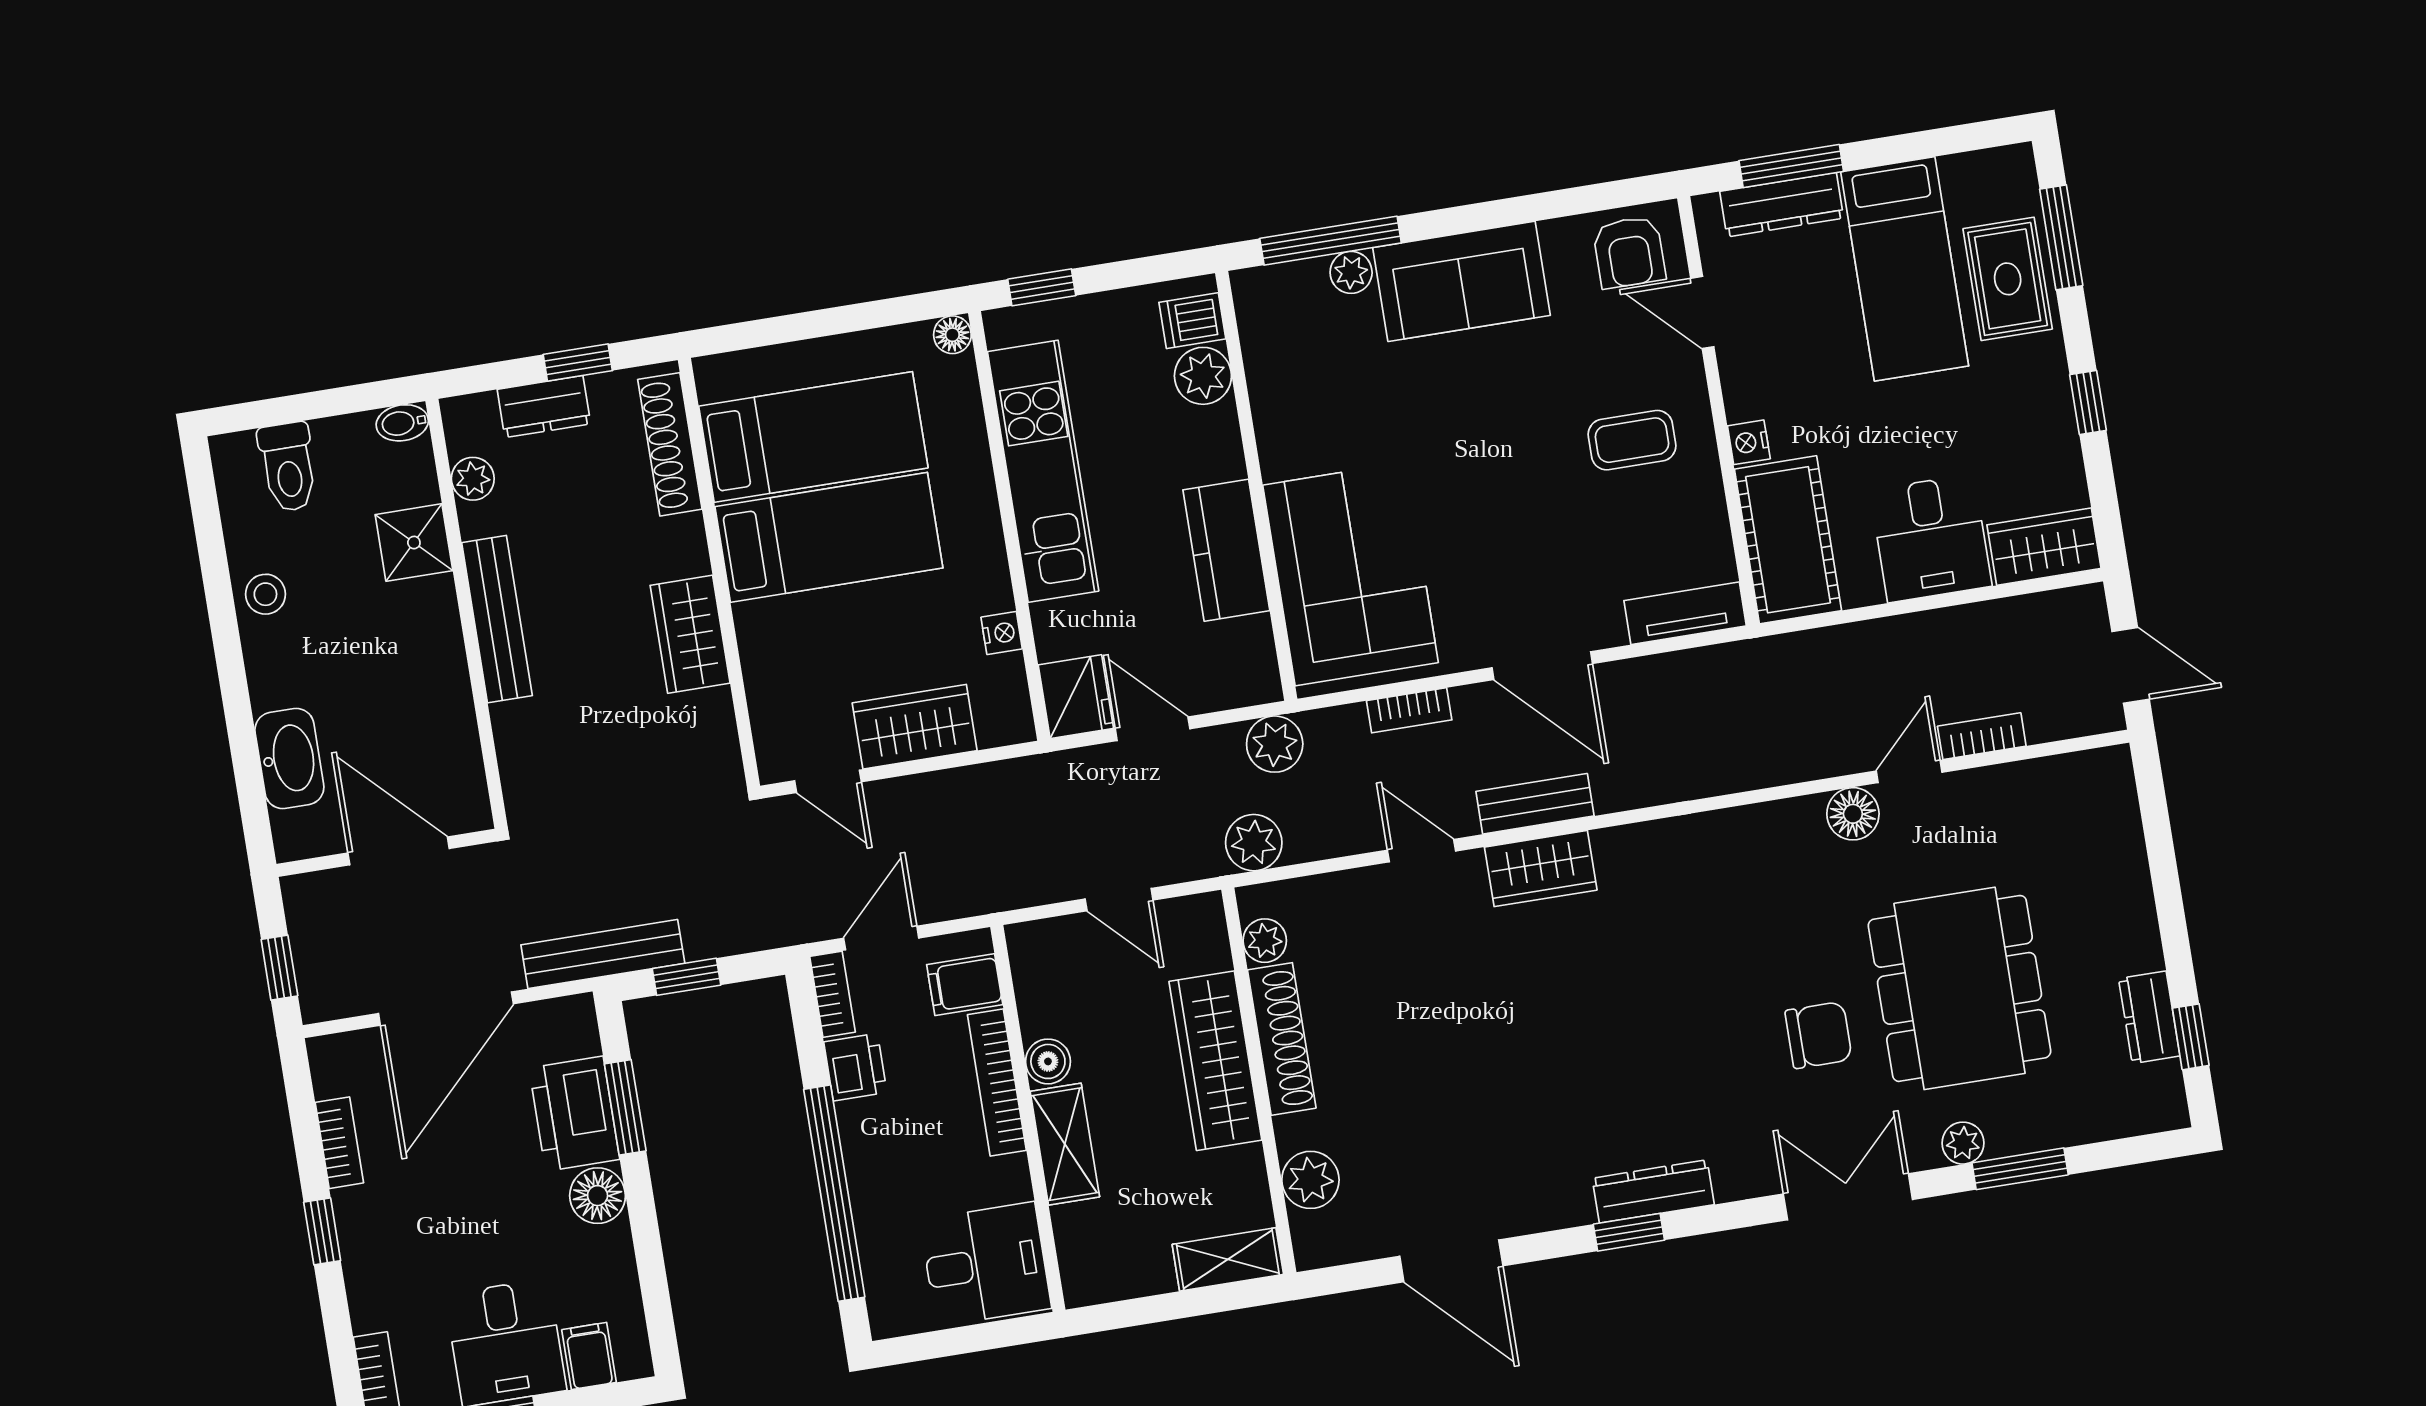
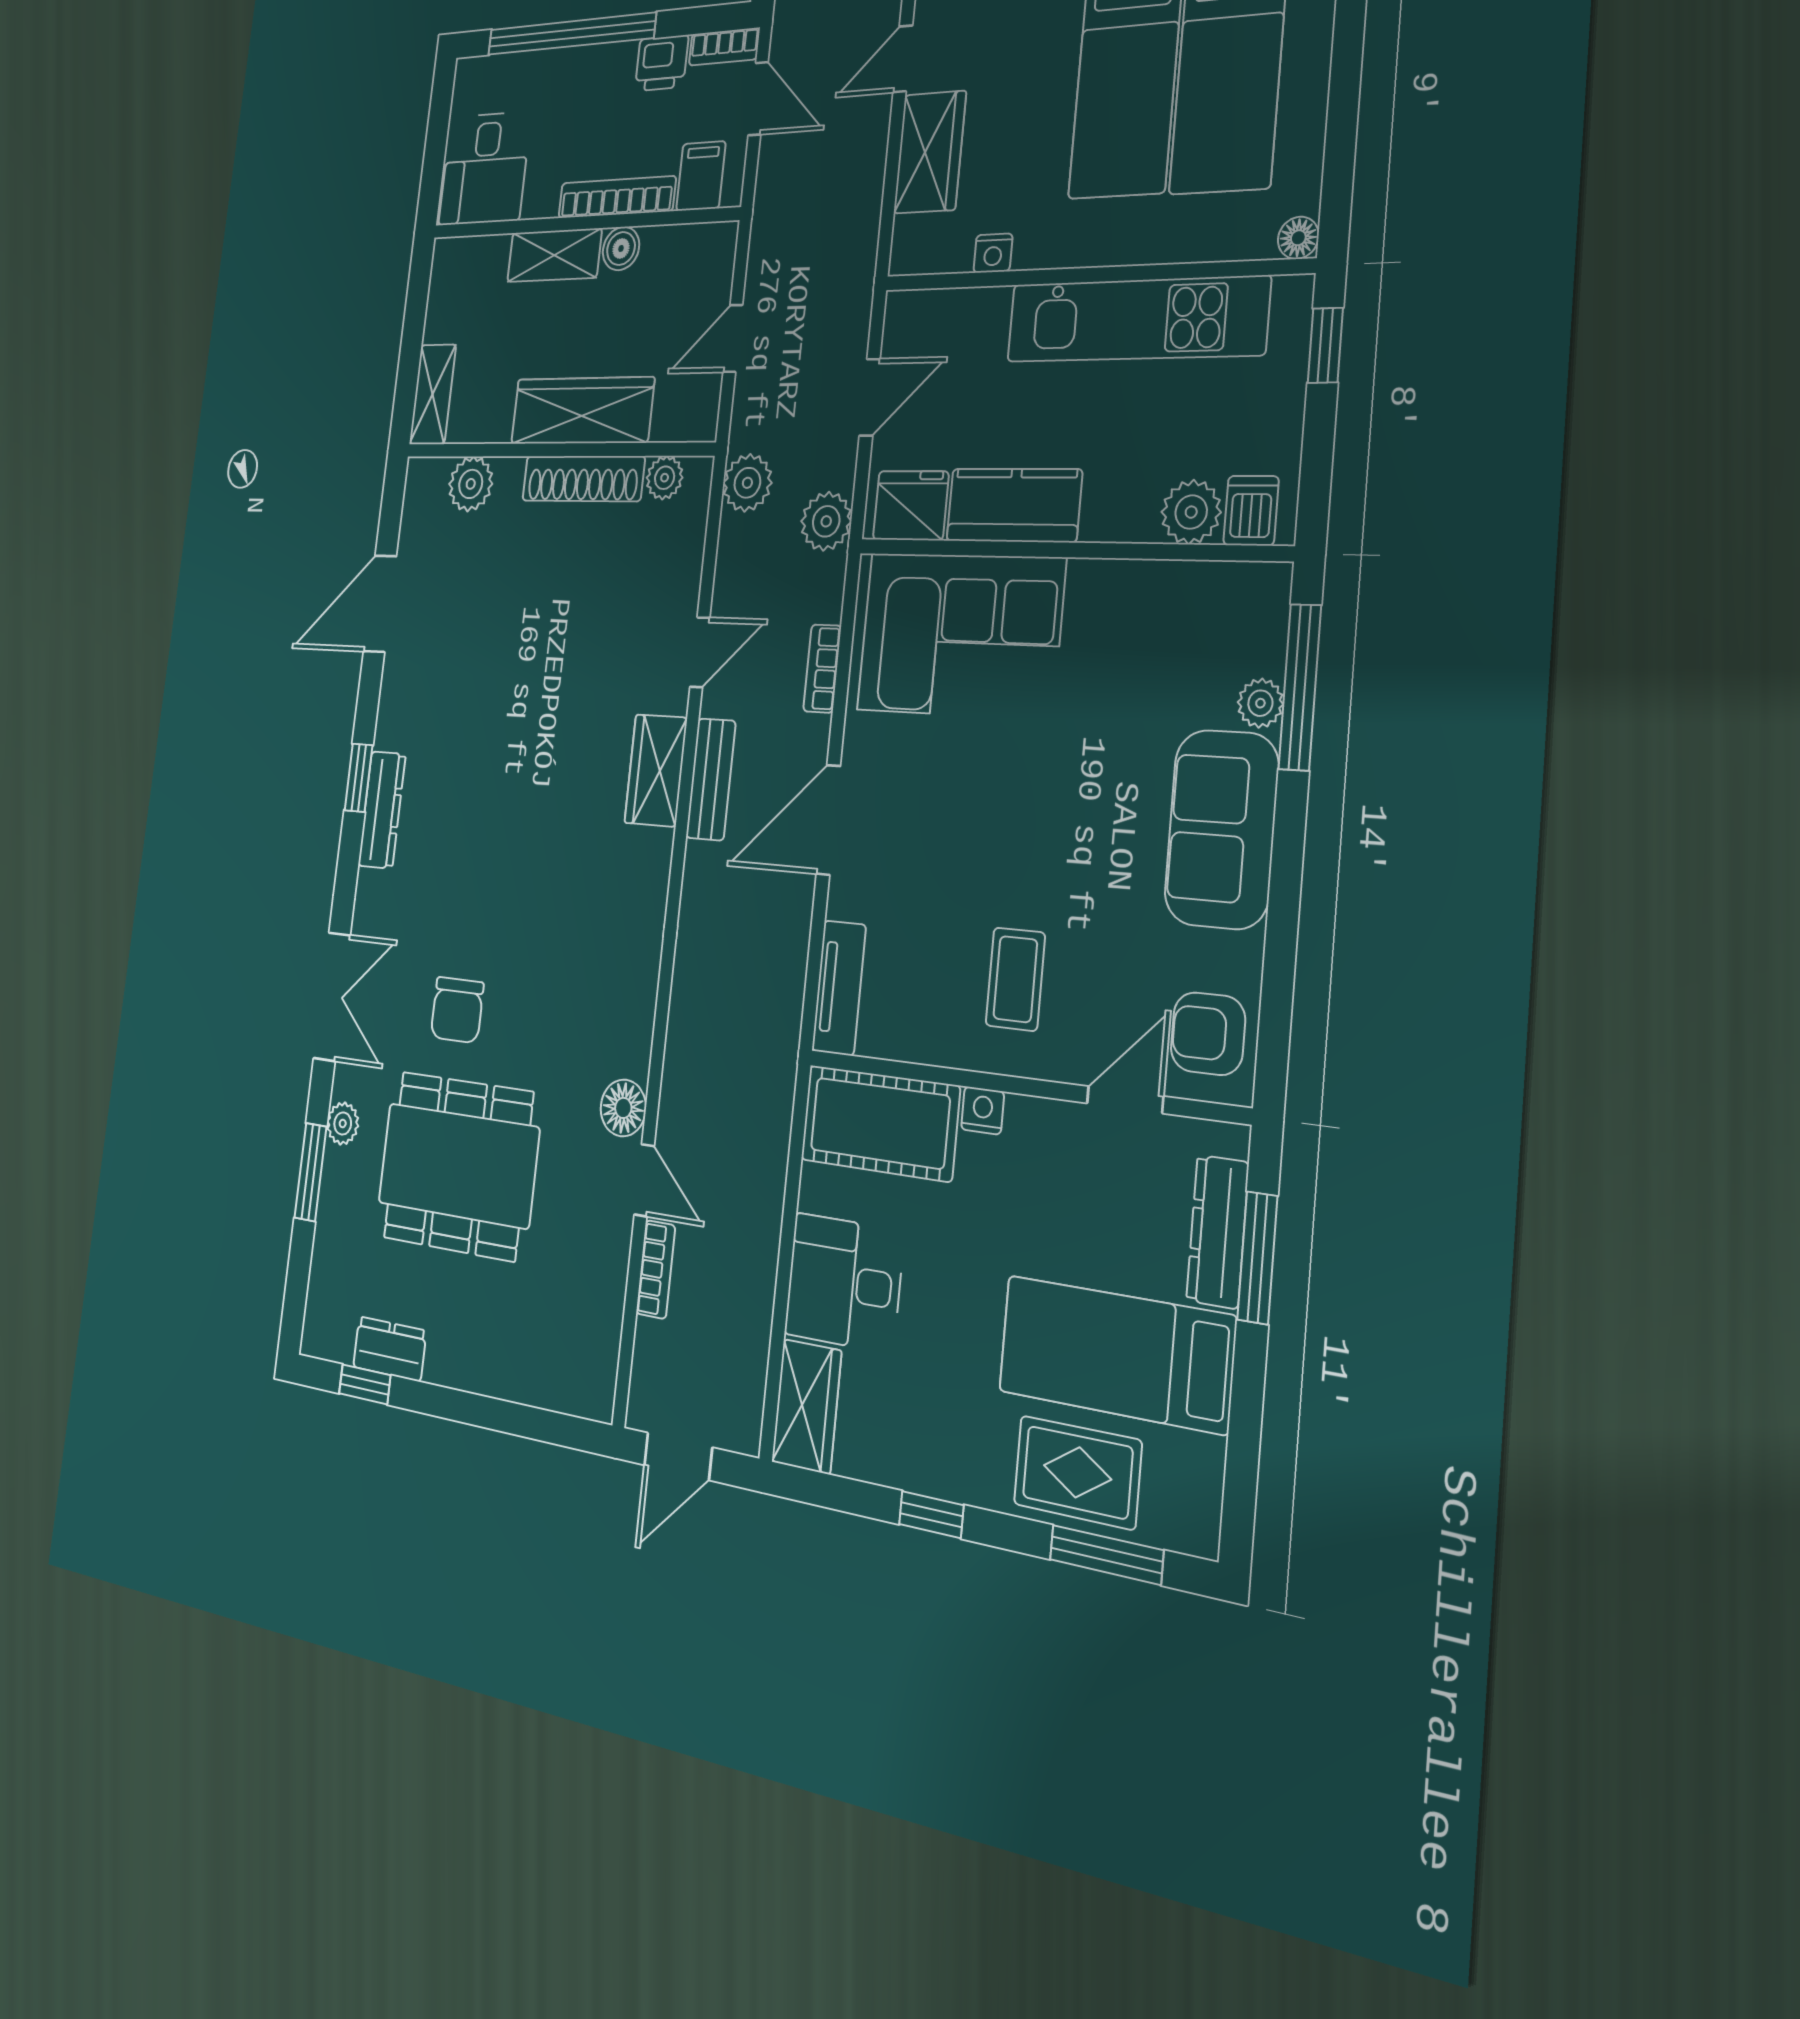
fridge: (1076, 697) -> (911, 506), moved, turned 180

